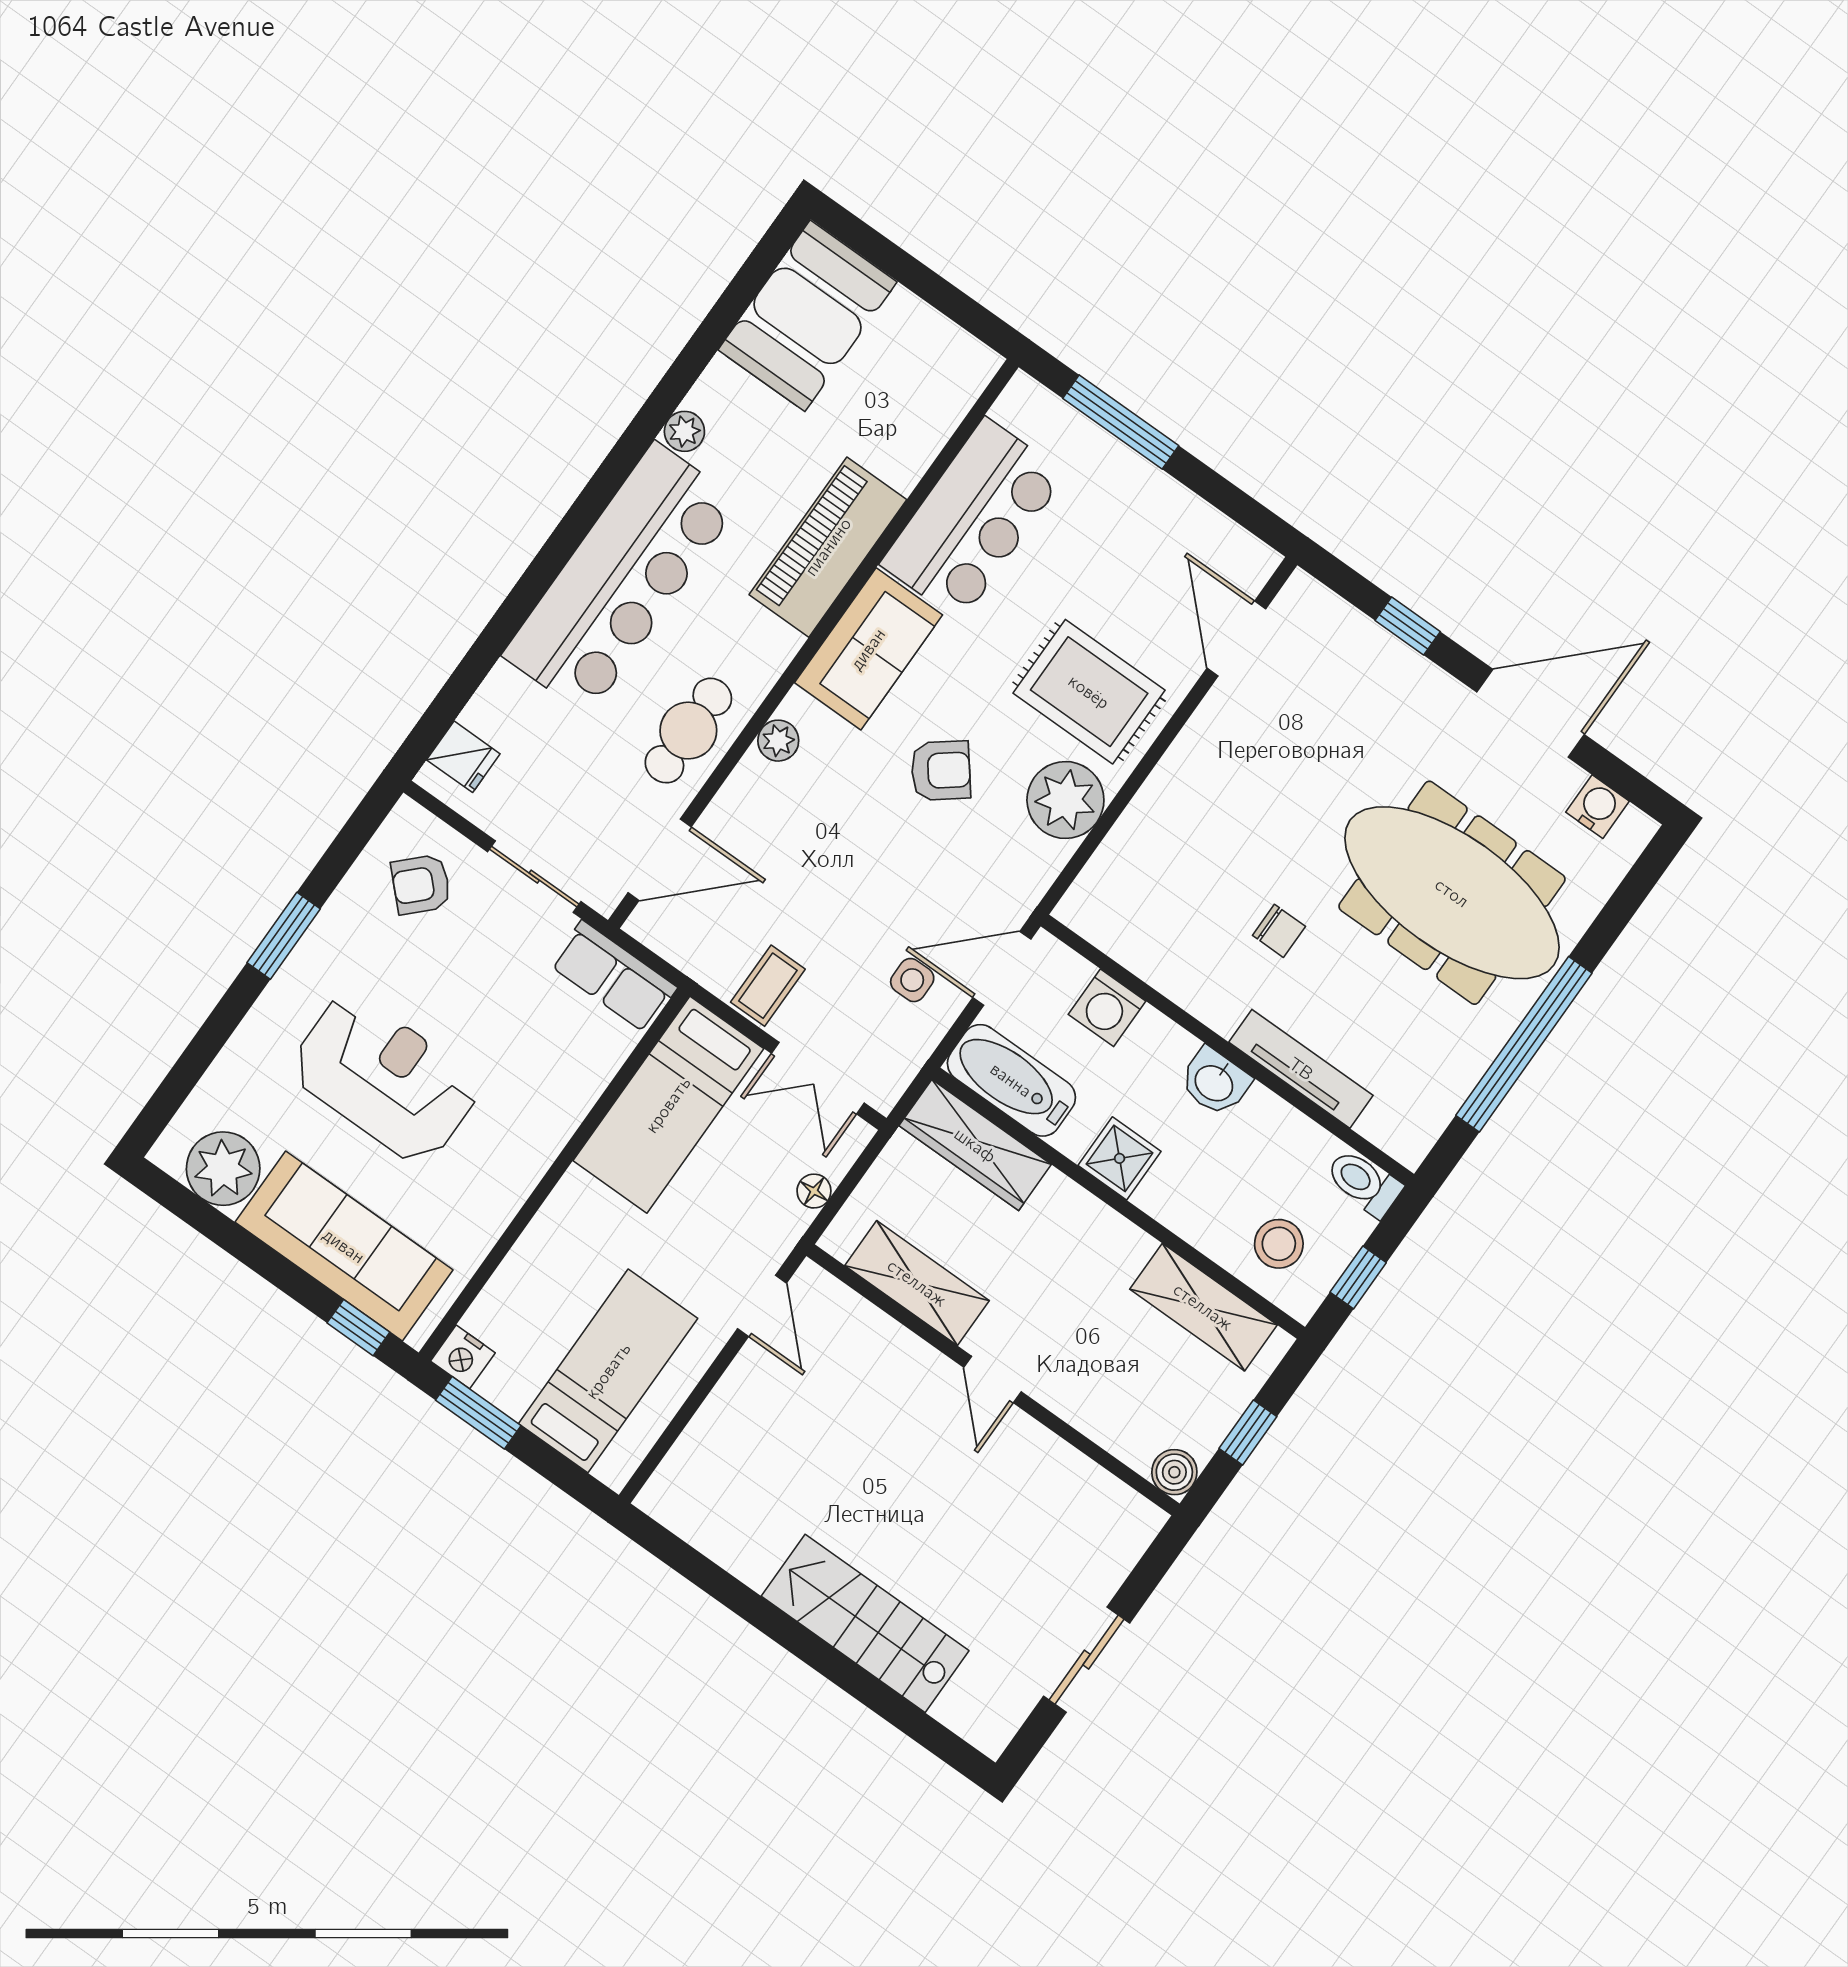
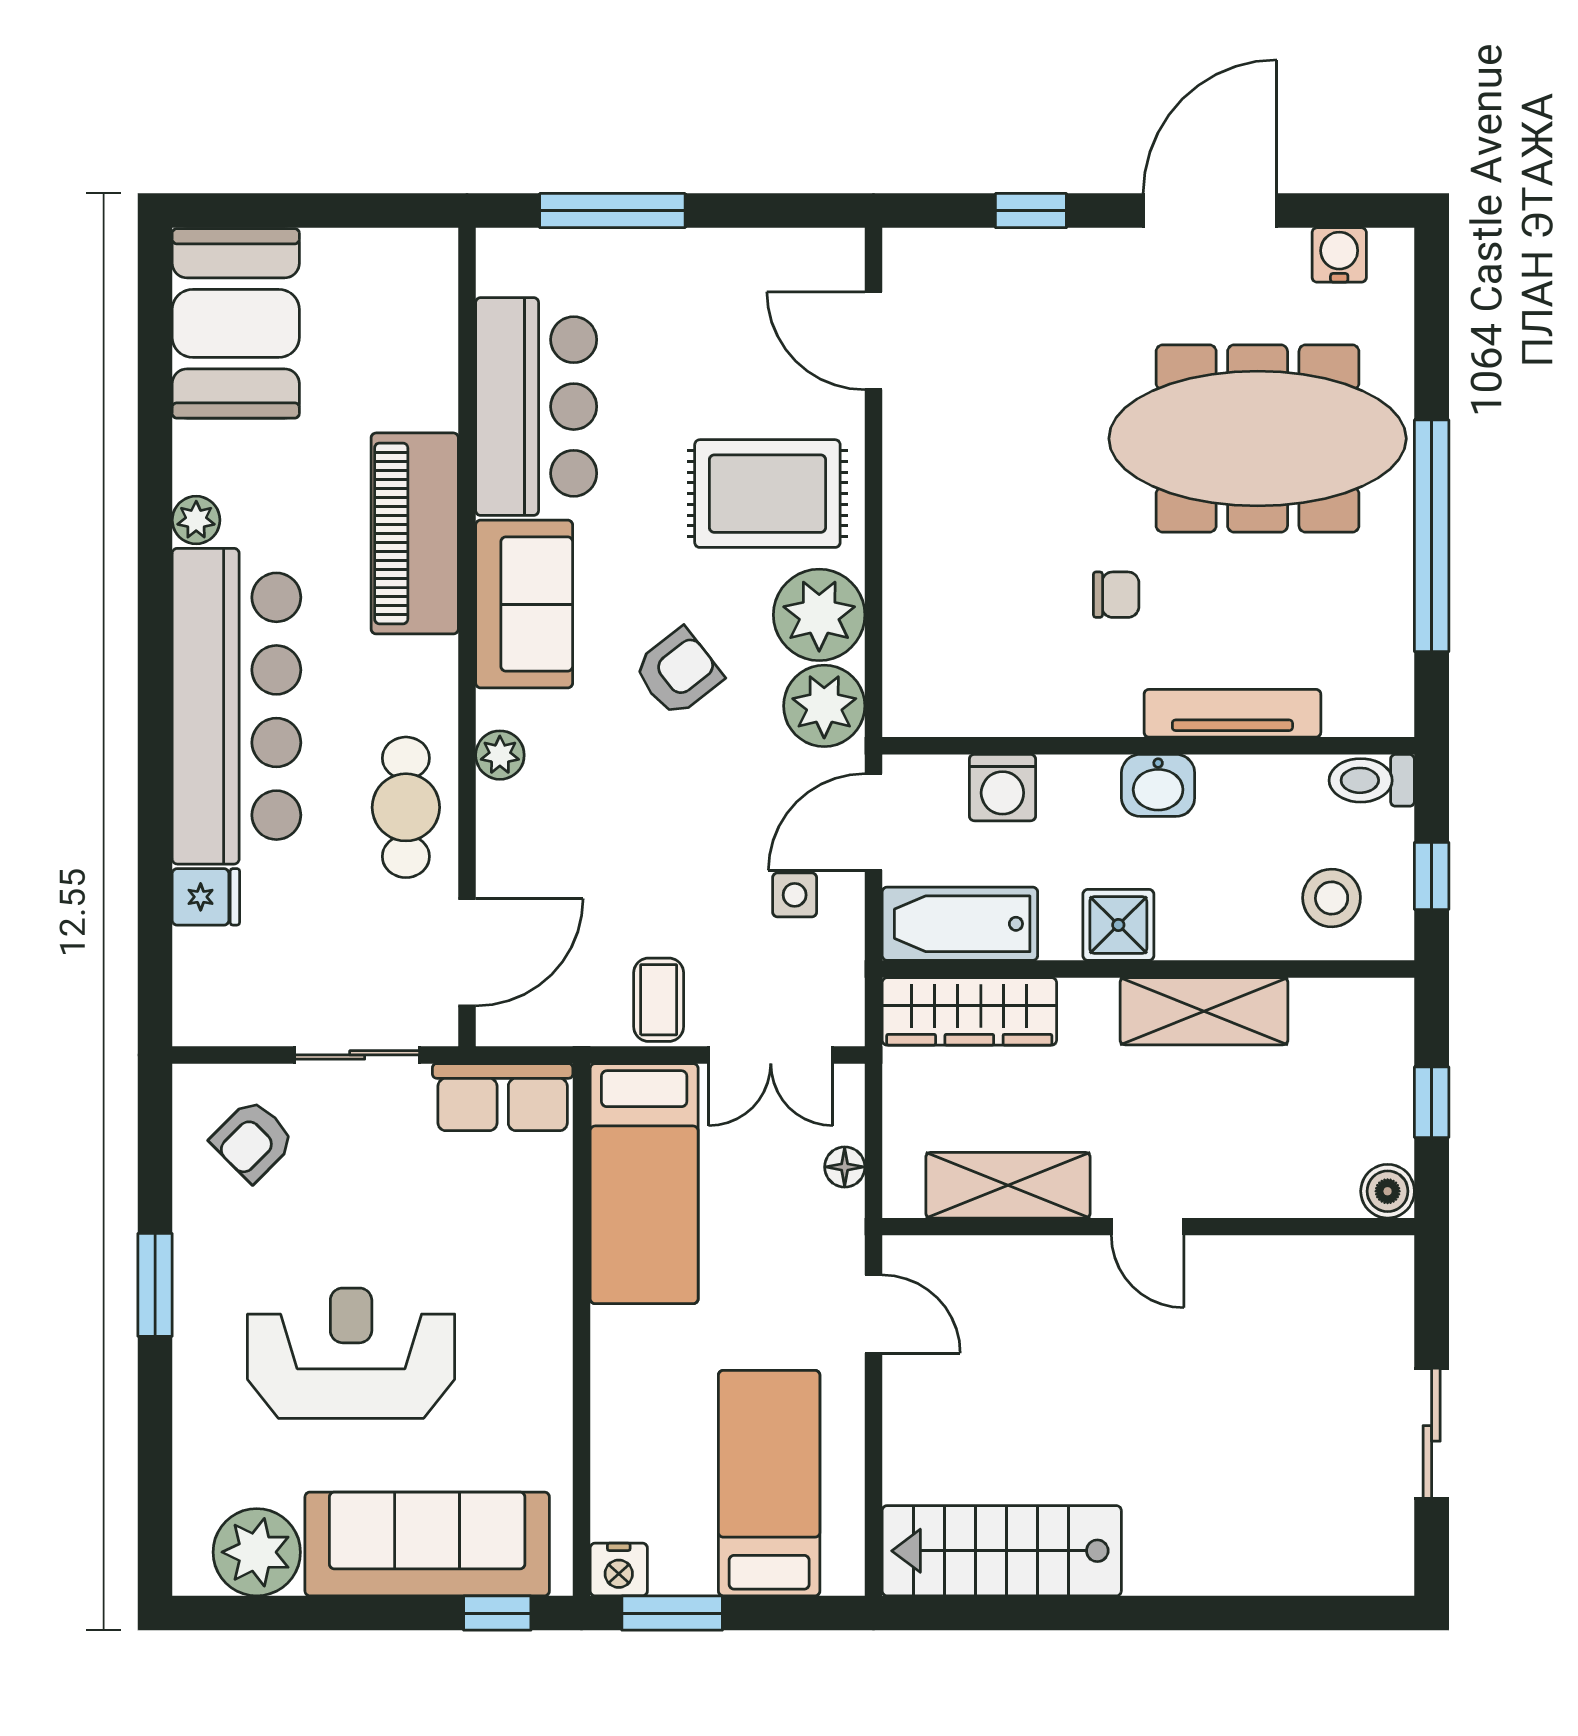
fridge: (463, 757) -> (206, 897), moved
plant: (1025, 865) -> (824, 706), added
shelving: (1203, 1307) -> (1204, 1011), moved
stairs: (865, 1623) -> (1002, 1551), moved

